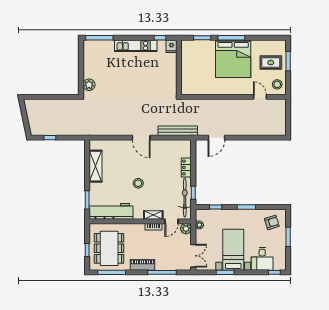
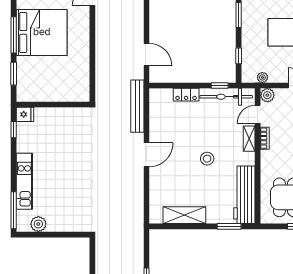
kitchen unit: (136, 46) -> (24, 181), moved
plant: (89, 85) -> (38, 224), moved
door: (172, 221) -> (258, 114), swing flipped

